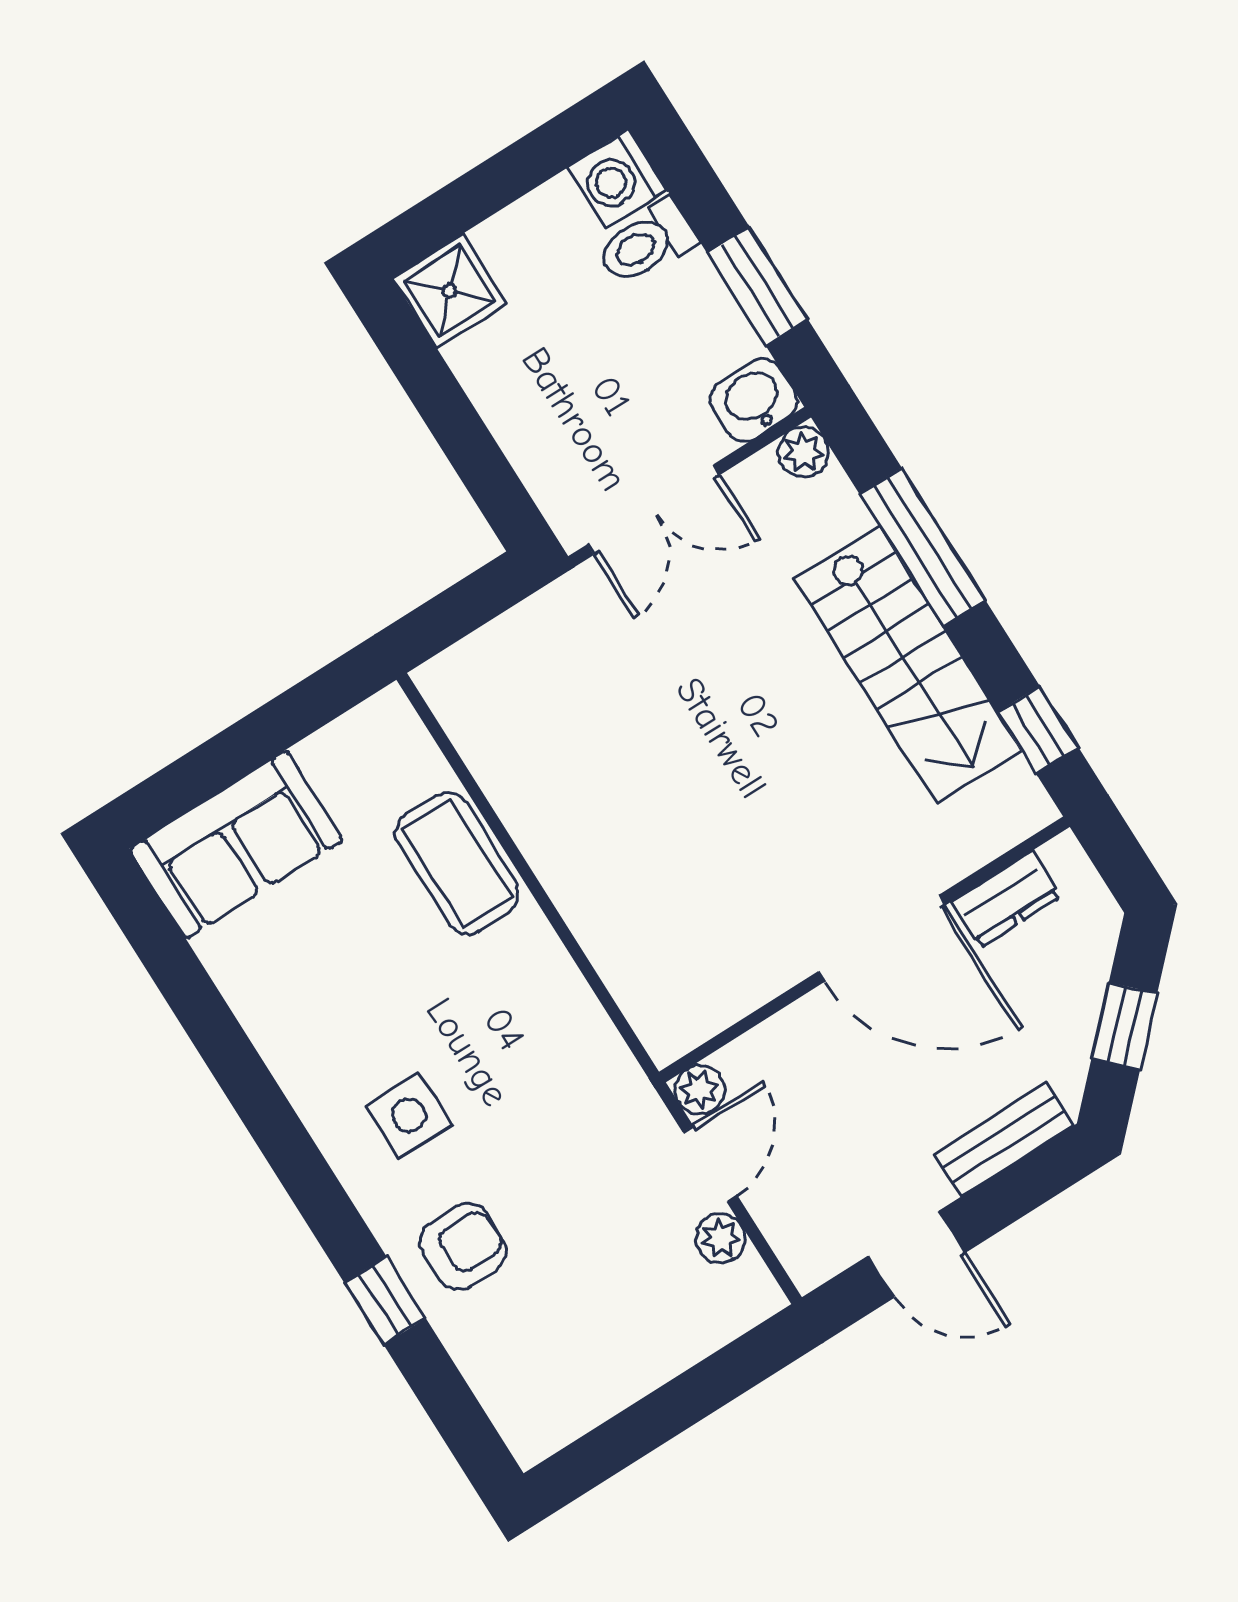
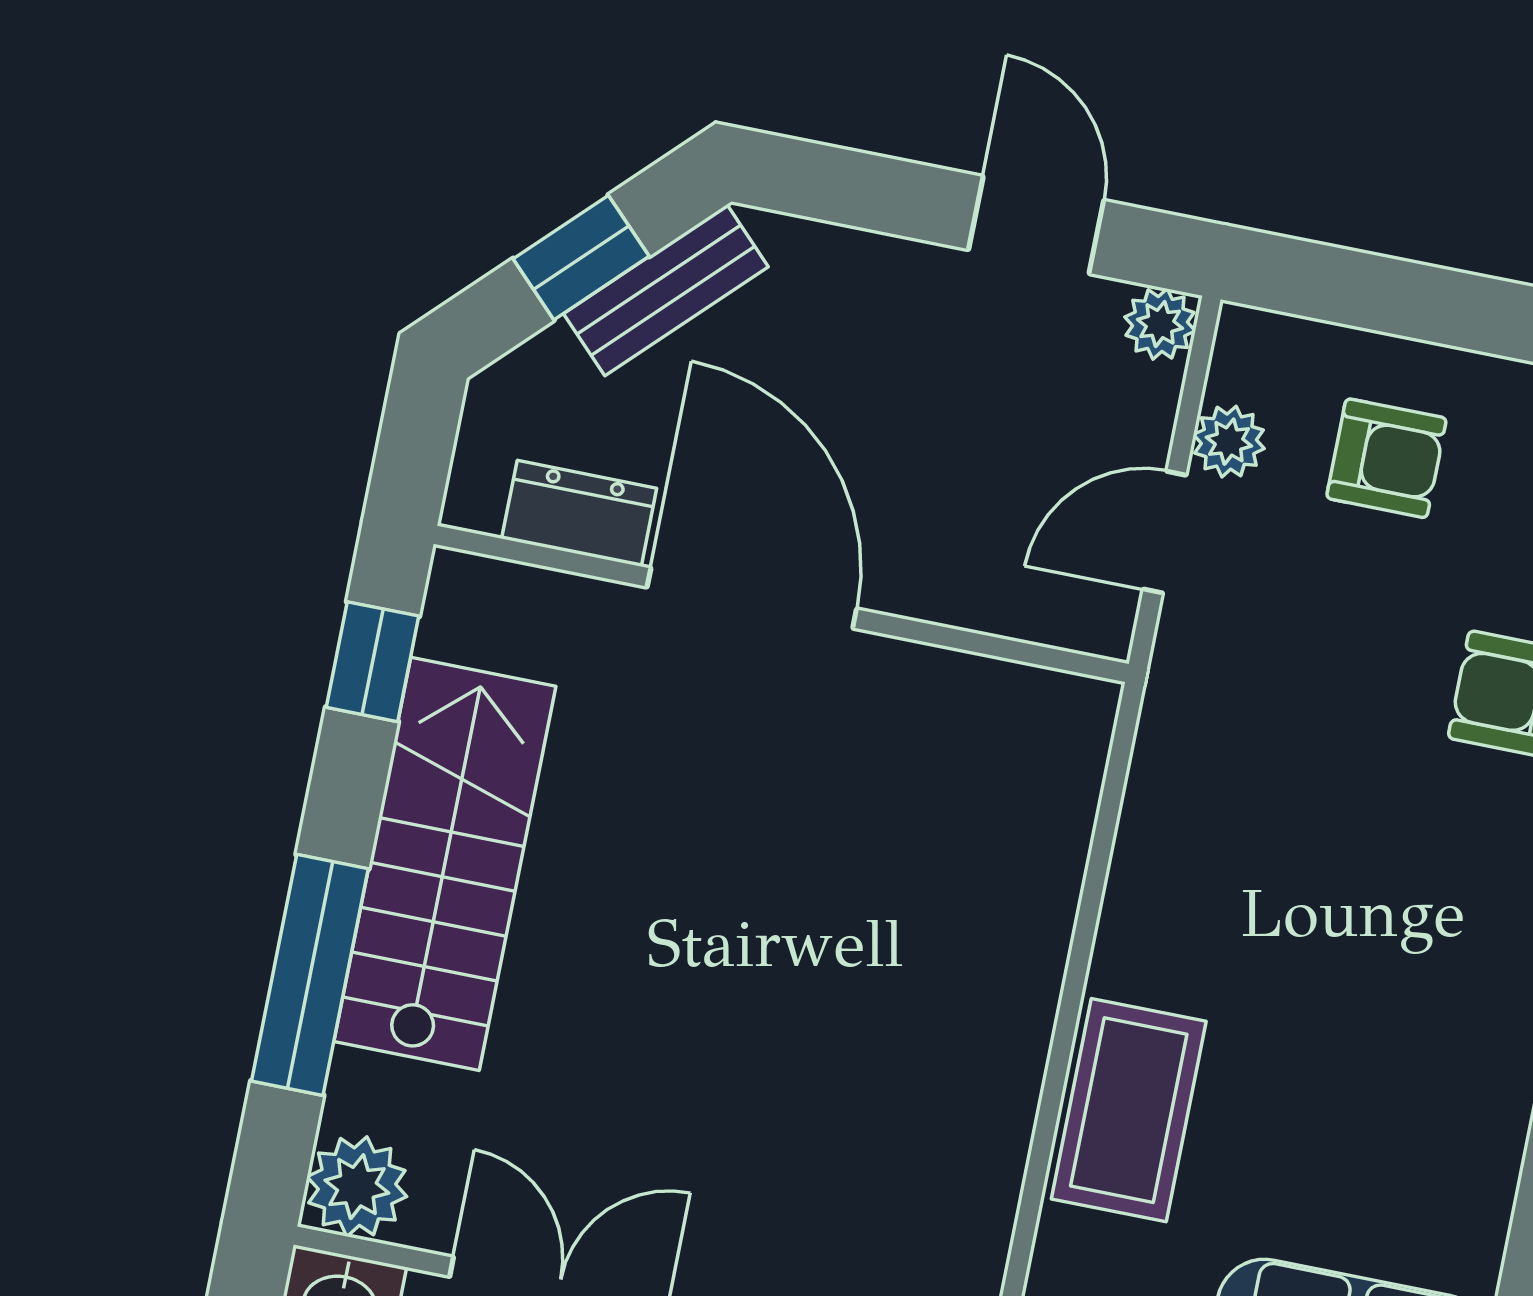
plant: (803, 452) -> (357, 1187), width x1.38, depth x1.38
plant: (699, 1090) -> (1160, 324), moved
side table: (409, 1115) -> (1437, 890), removed
bench: (1004, 1139) -> (666, 290), moved, turned -45
armchair: (636, 1304) -> (1386, 458), added

